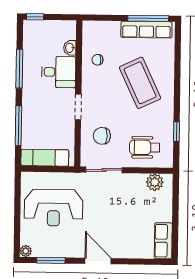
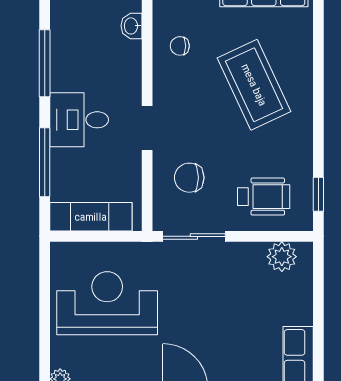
desk: (59, 72) -> (79, 120), moved, turned 180
window: (177, 132) -> (318, 194), moved
wheelchair: (145, 147) -> (264, 197), turned 180
reception desk: (53, 208) -> (107, 303), turned 180

